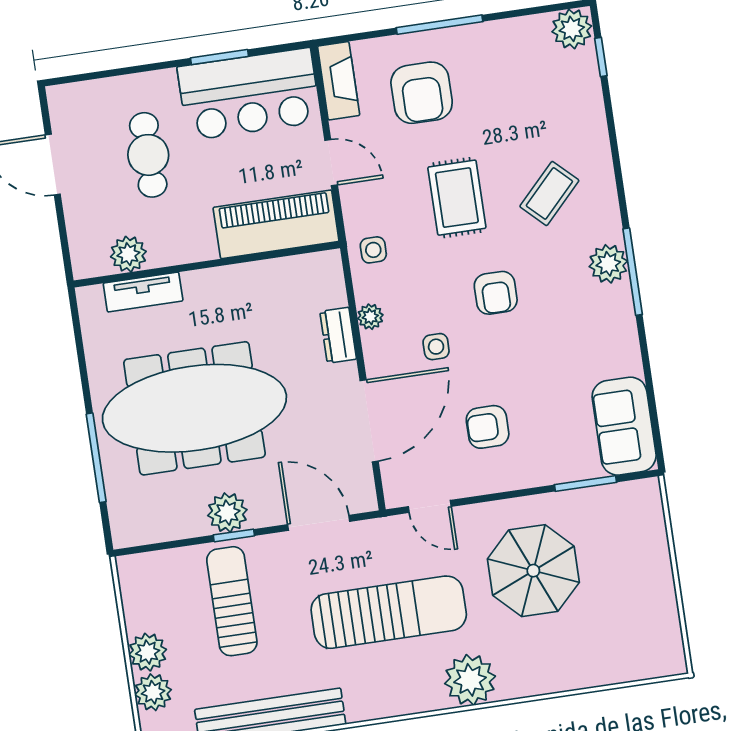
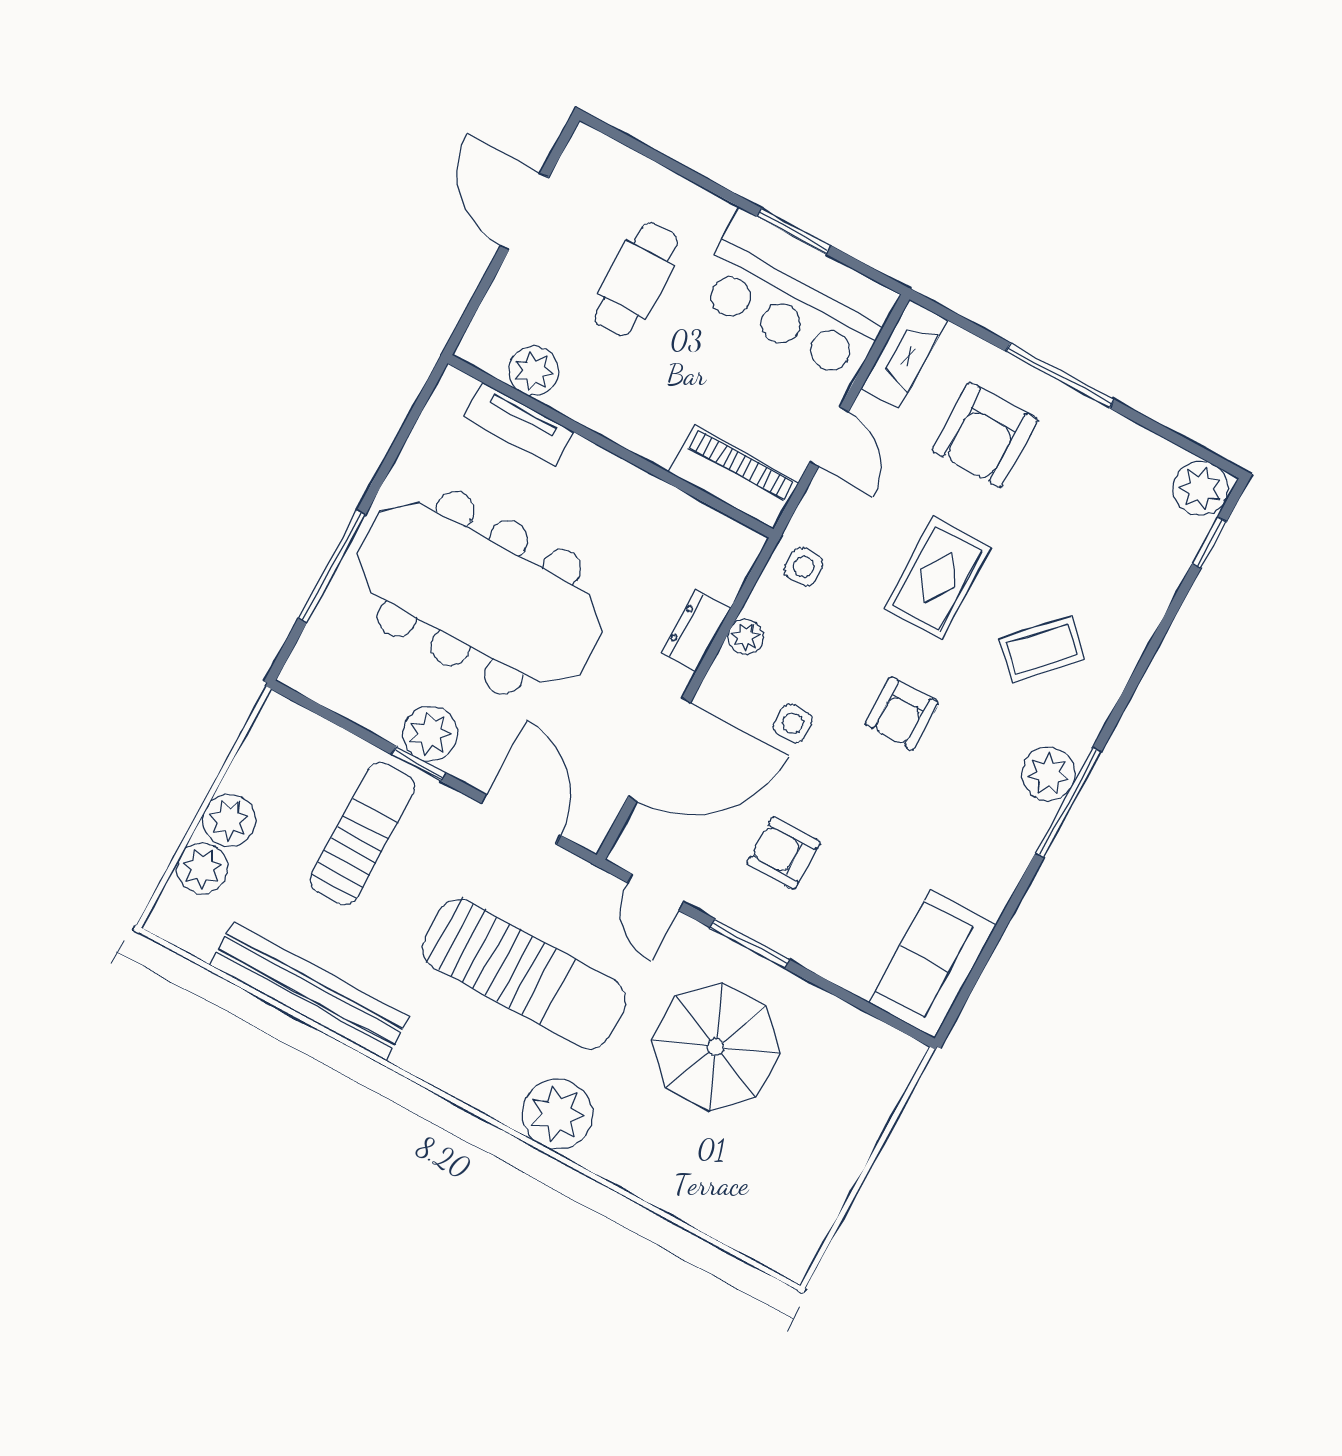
piano: (276, 224) -> (734, 478), width x0.73, depth x0.75
window: (585, 483) -> (750, 944), moved

